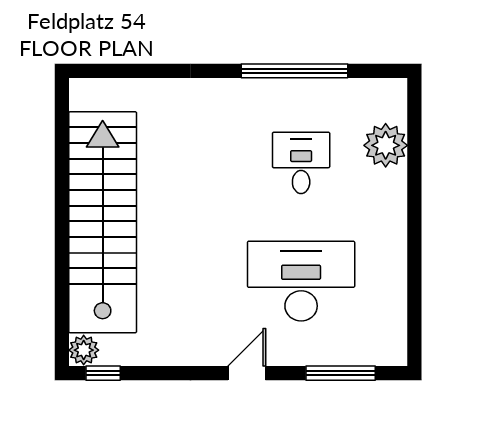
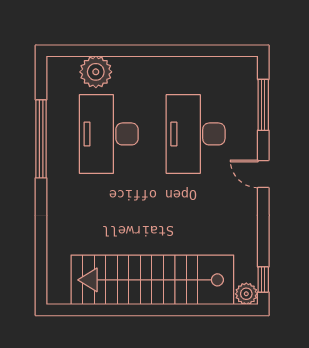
desk: (301, 163) -> (109, 134), width x1.87, depth x1.30

